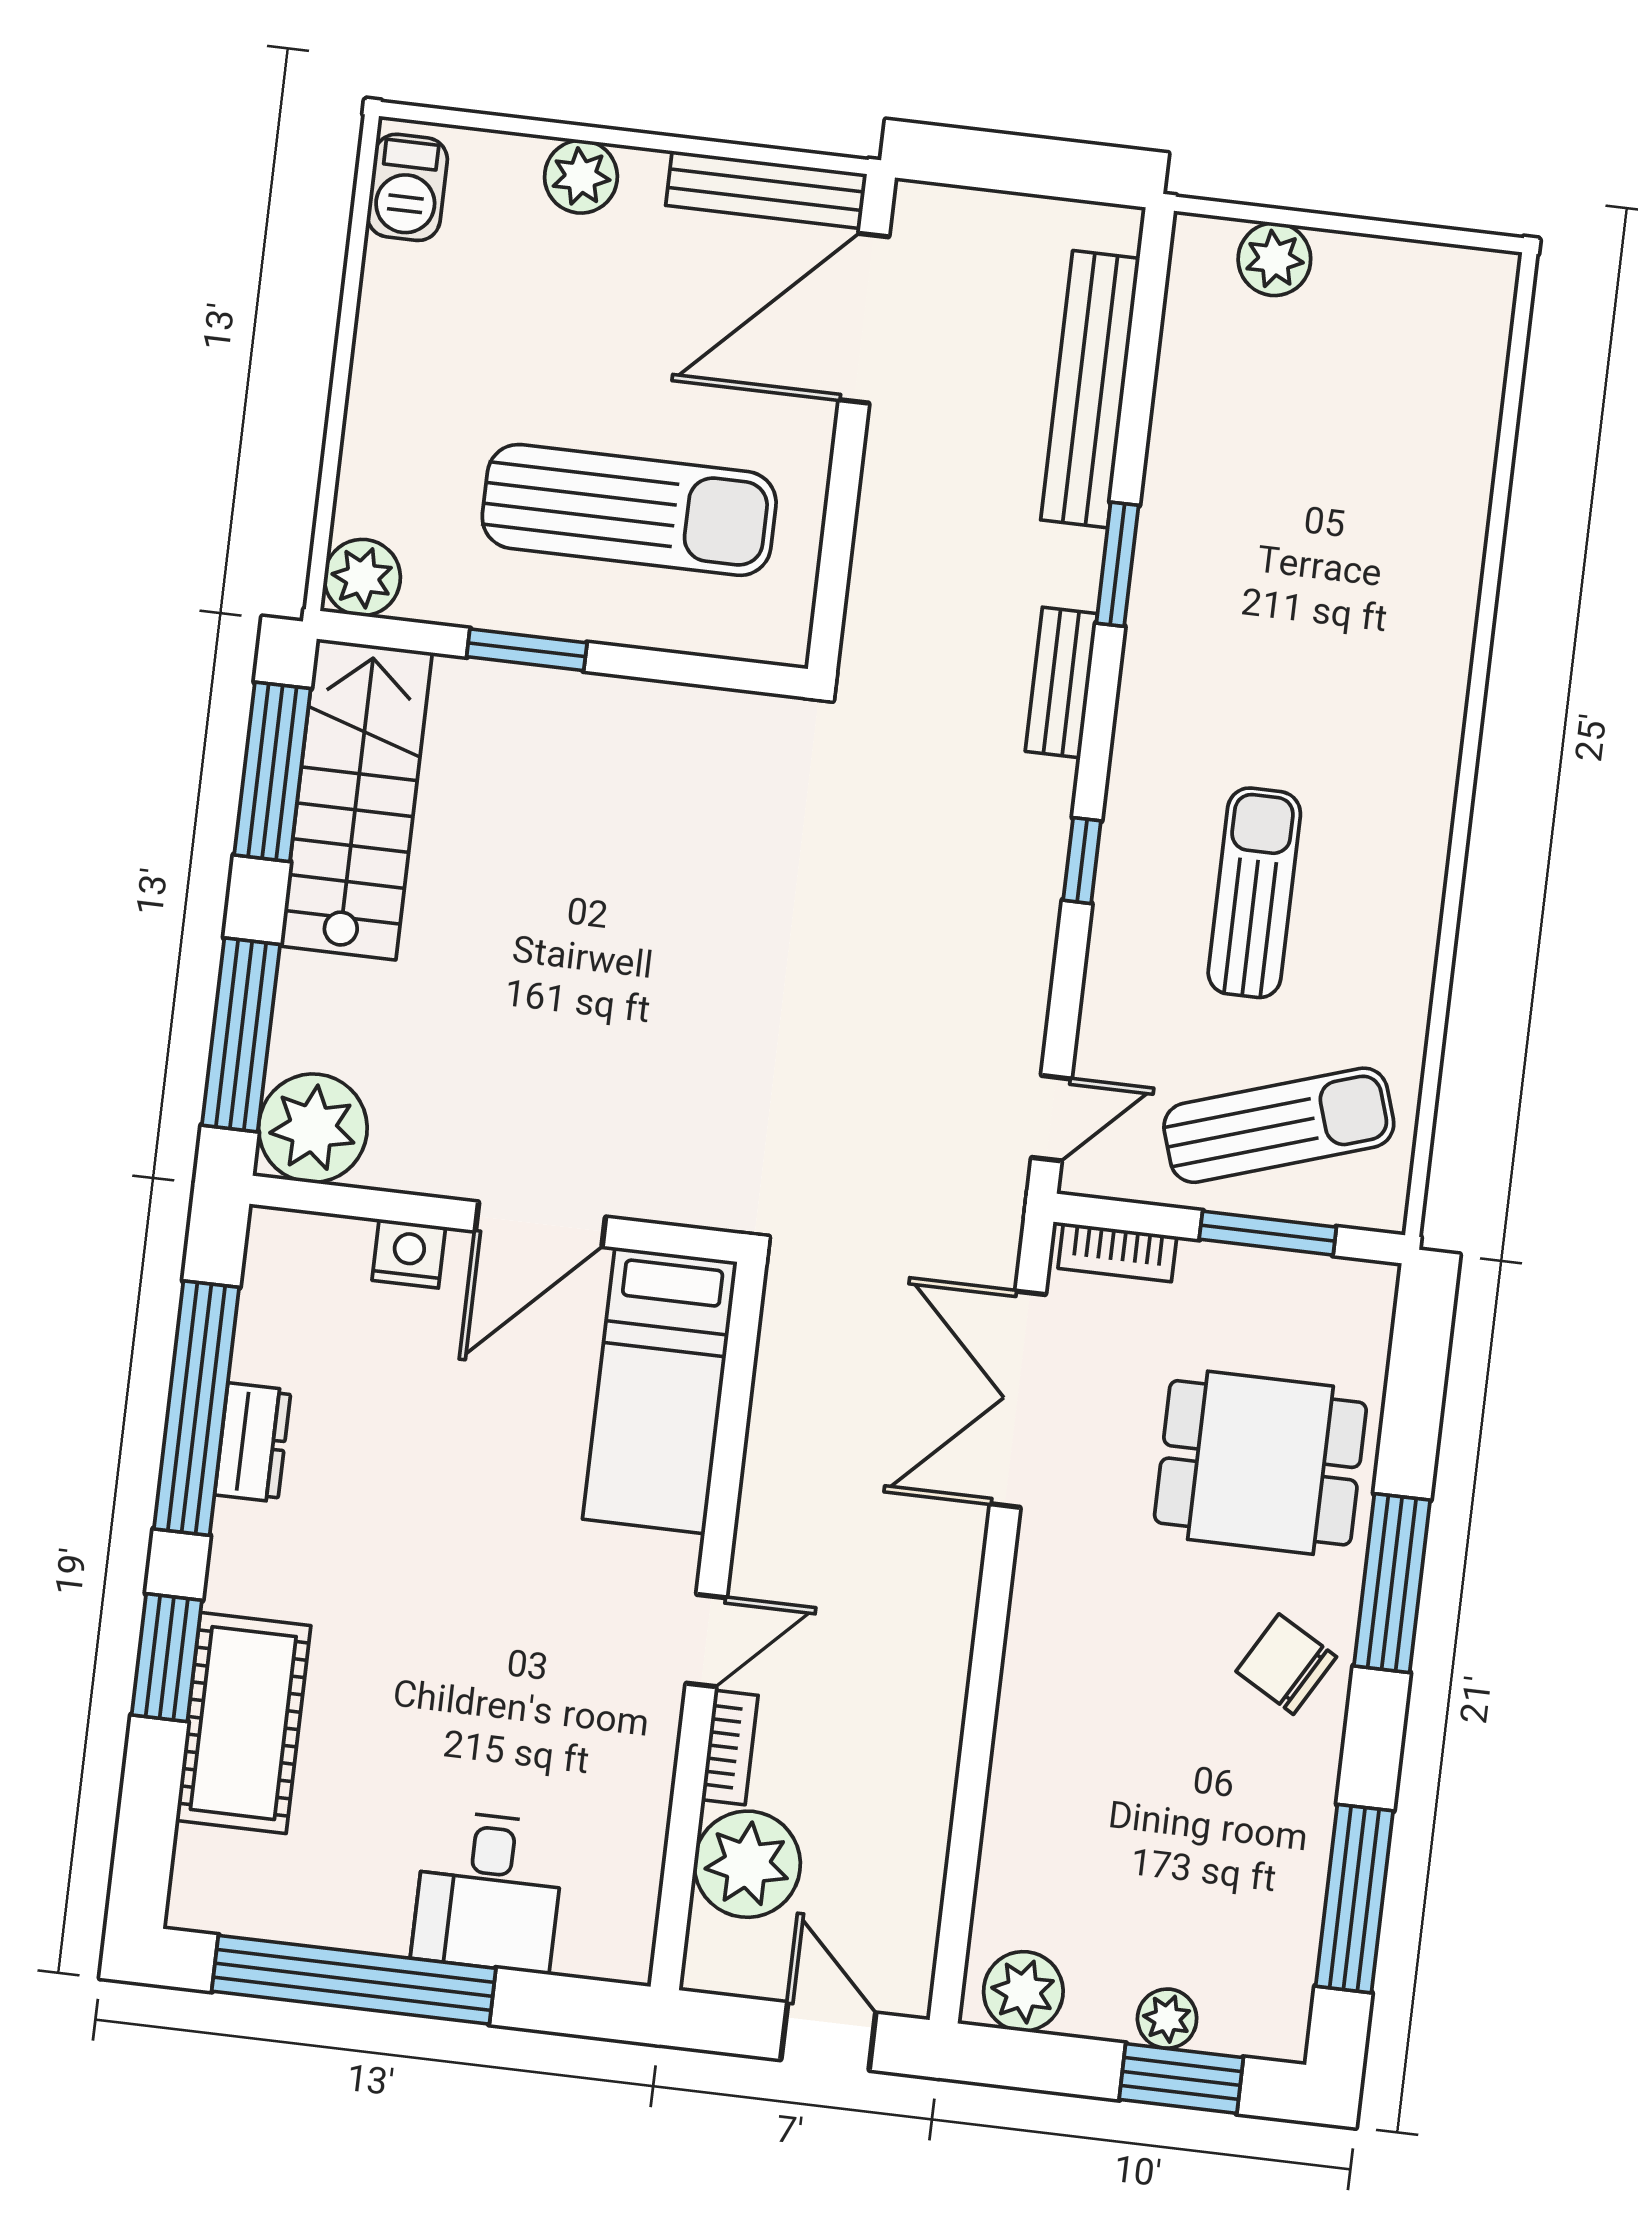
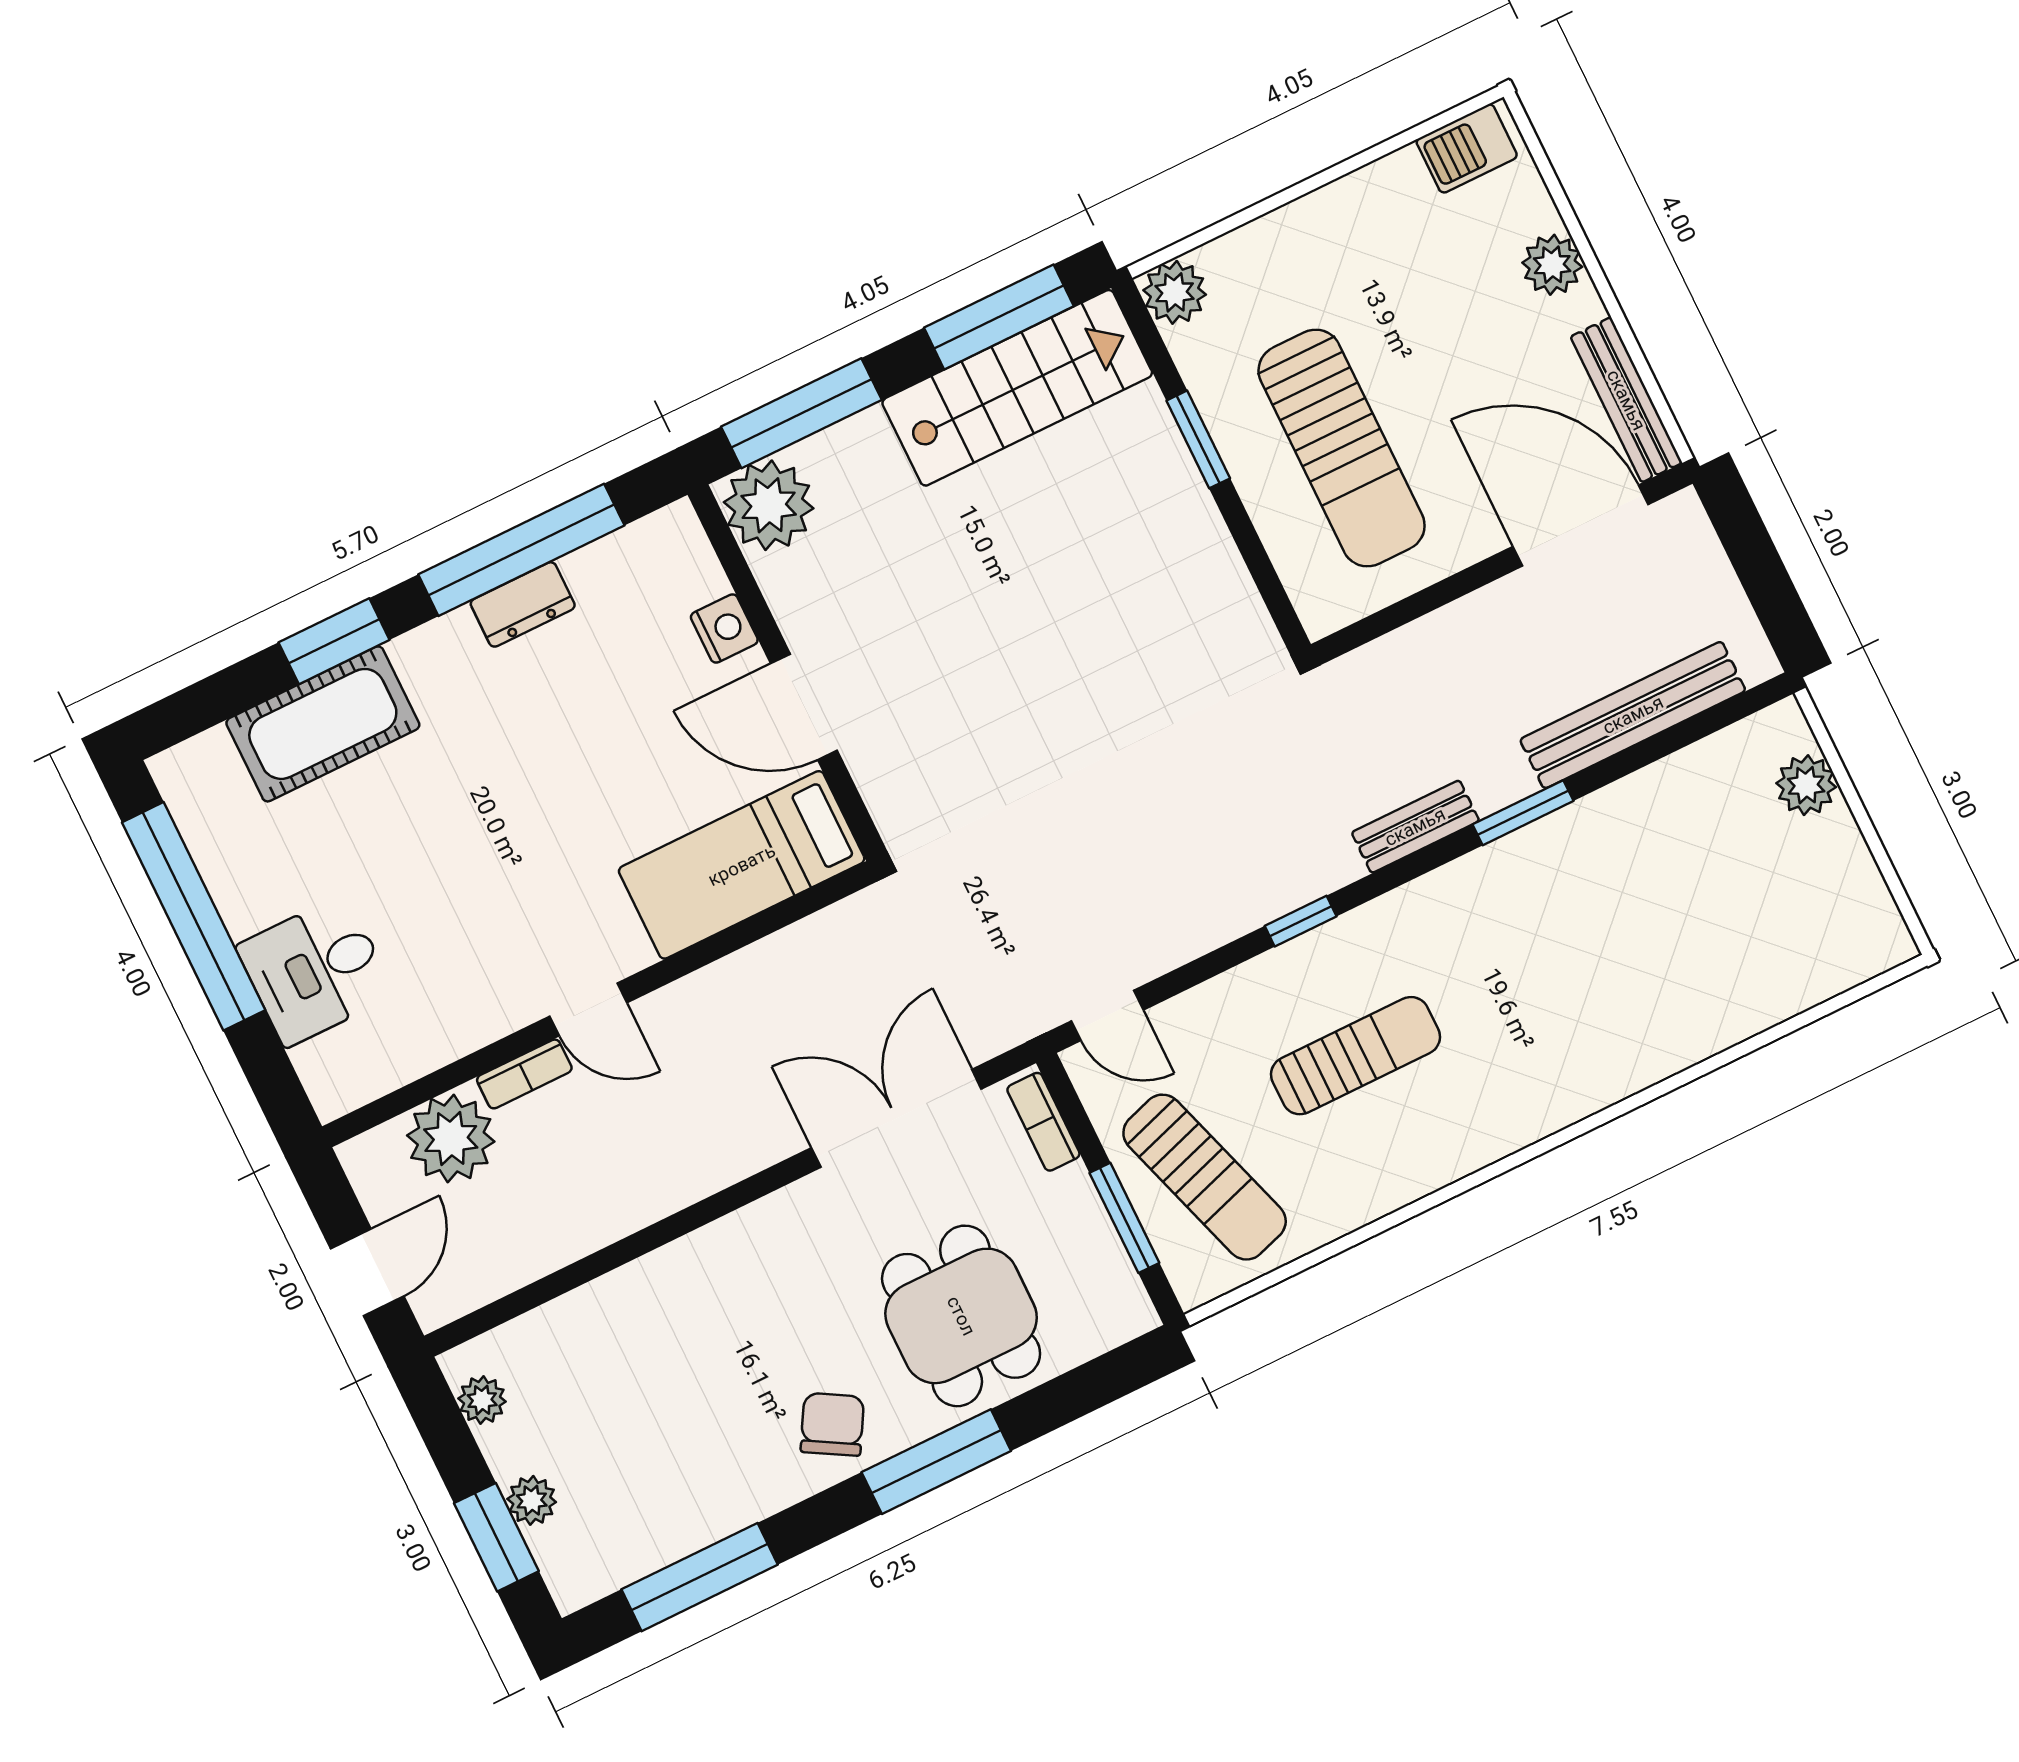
plant: (1023, 1991) -> (482, 1400), width x0.73, depth x0.73

